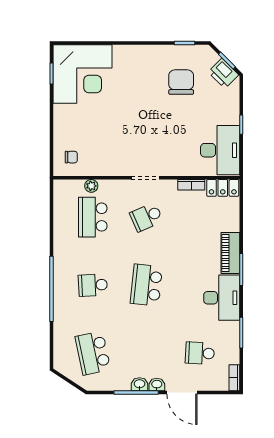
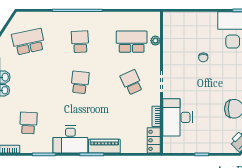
desk: (220, 150) -> (178, 117), moved, turned 90
chair: (71, 157) -> (203, 57), moved
school desk: (146, 285) -> (80, 82), width x0.54

